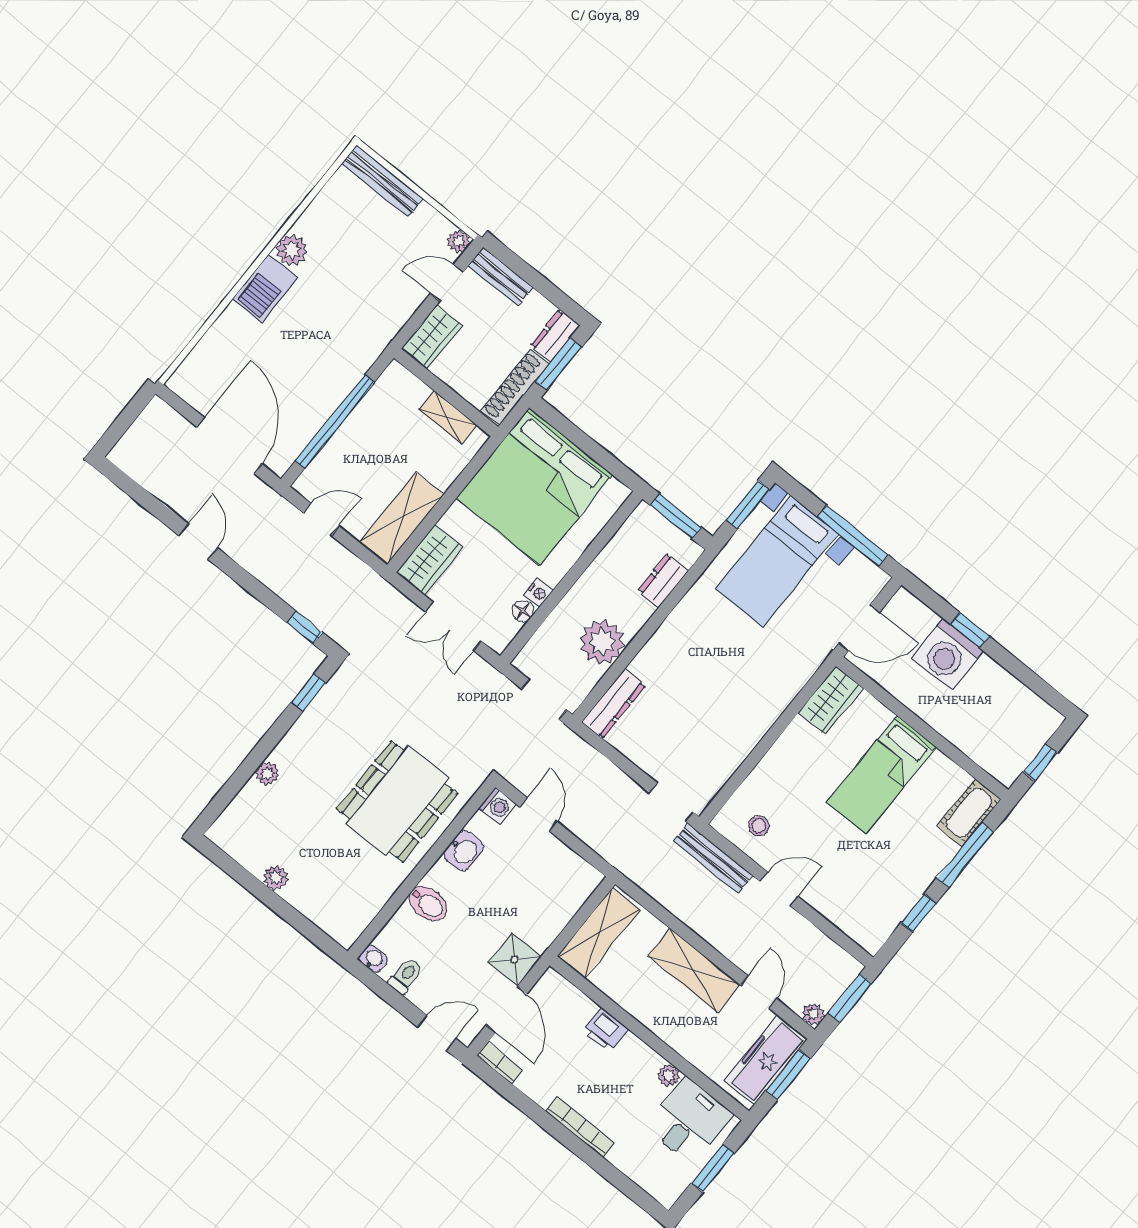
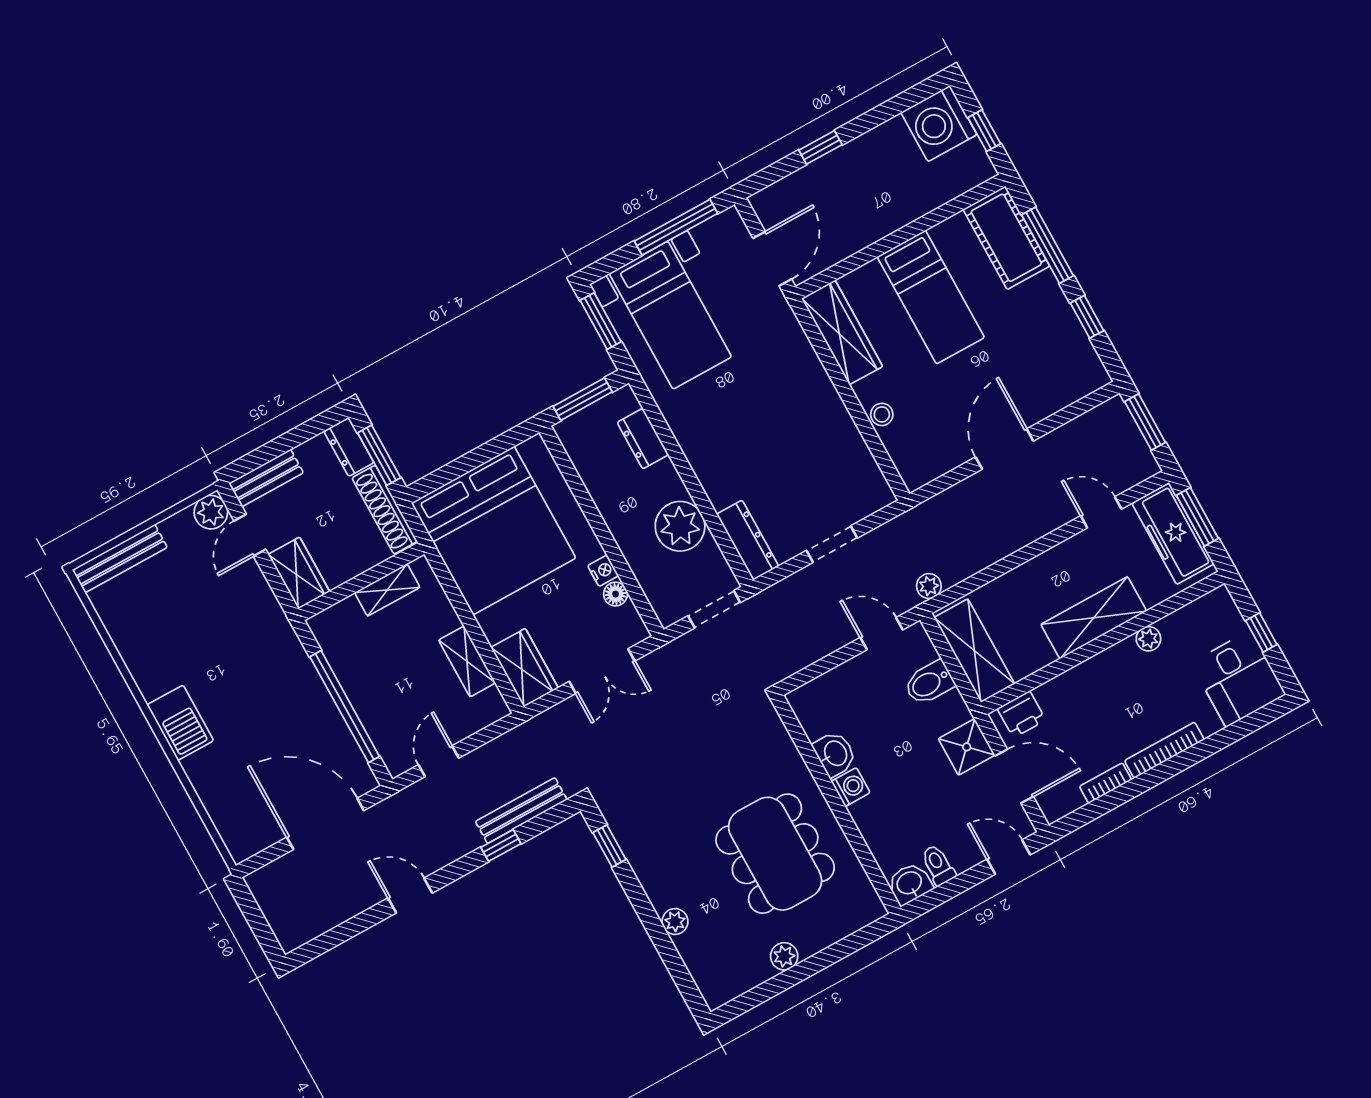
plant: (459, 241) -> (211, 512), width x1.38, depth x1.38
plant: (292, 250) -> (152, 679), removed
shelving: (402, 518) -> (467, 661), width x0.67, depth x0.75
window: (305, 628) -> (501, 846), moved
washing machine: (948, 655) -> (939, 123), moved, turned 90
wardrobe: (831, 700) -> (842, 332), width x1.50
dining table: (397, 801) -> (775, 854), moved
doorway: (672, 802) -> (832, 544), moved
washing machine: (497, 806) -> (851, 787), moved
cot: (969, 813) -> (1006, 238), width x1.37, depth x1.34
door: (538, 814) -> (881, 634), moved
stool: (759, 826) -> (882, 414), moved
bench: (713, 858) -> (521, 811), moved
door: (779, 889) -> (1004, 449), width x1.38
bidet: (428, 904) -> (929, 683), moved, turned 180
washbasin: (373, 959) -> (910, 884), width x1.38, depth x1.45
shelving: (694, 970) -> (1094, 618), moved
plant: (813, 1014) -> (929, 586), moved
printer: (605, 1030) -> (1021, 714), moved
door: (436, 1033) -> (1009, 857), hinge flipped
bookcase: (500, 1063) -> (1106, 783), moved
desk: (689, 1121) -> (1238, 679), moved, turned 180
window: (712, 1168) -> (1261, 633), width x0.67

